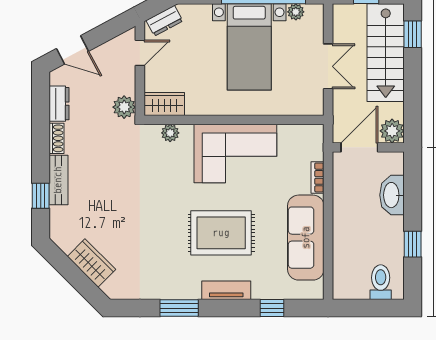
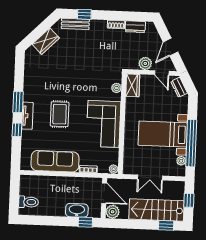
door: (73, 50) -> (171, 47), moved
plant: (124, 107) -> (145, 63), moved
plant: (316, 132) -> (114, 169), added
bench: (58, 180) -> (75, 24), moved
rug: (221, 233) -> (60, 114), width x0.73, depth x0.70
window: (413, 244) -> (85, 222), moved
window: (179, 308) -> (18, 102), moved
window: (272, 308) -> (17, 130), moved

